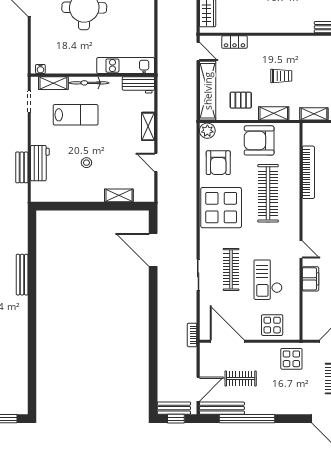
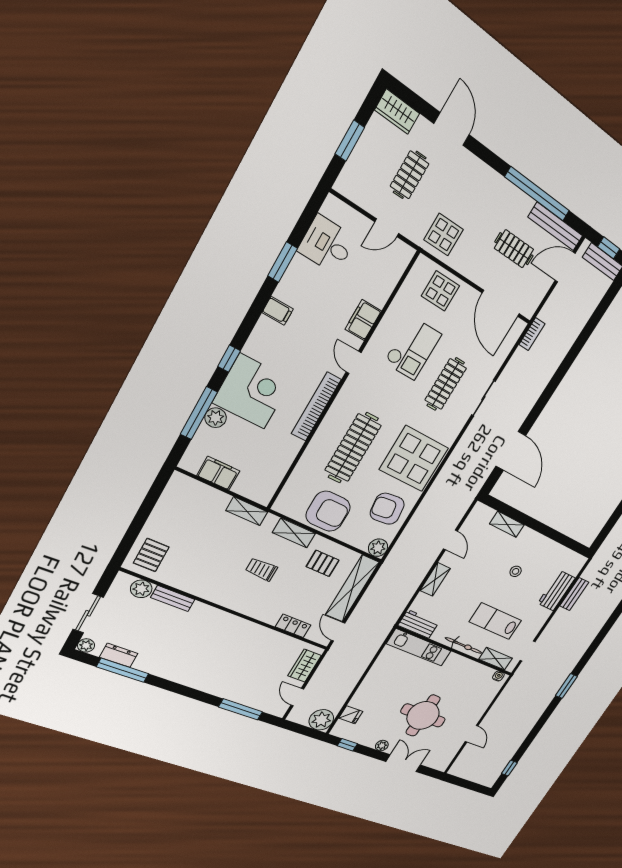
armchair: (218, 163) -> (387, 509), turned -97
bookcase: (308, 172) -> (316, 407), moved

